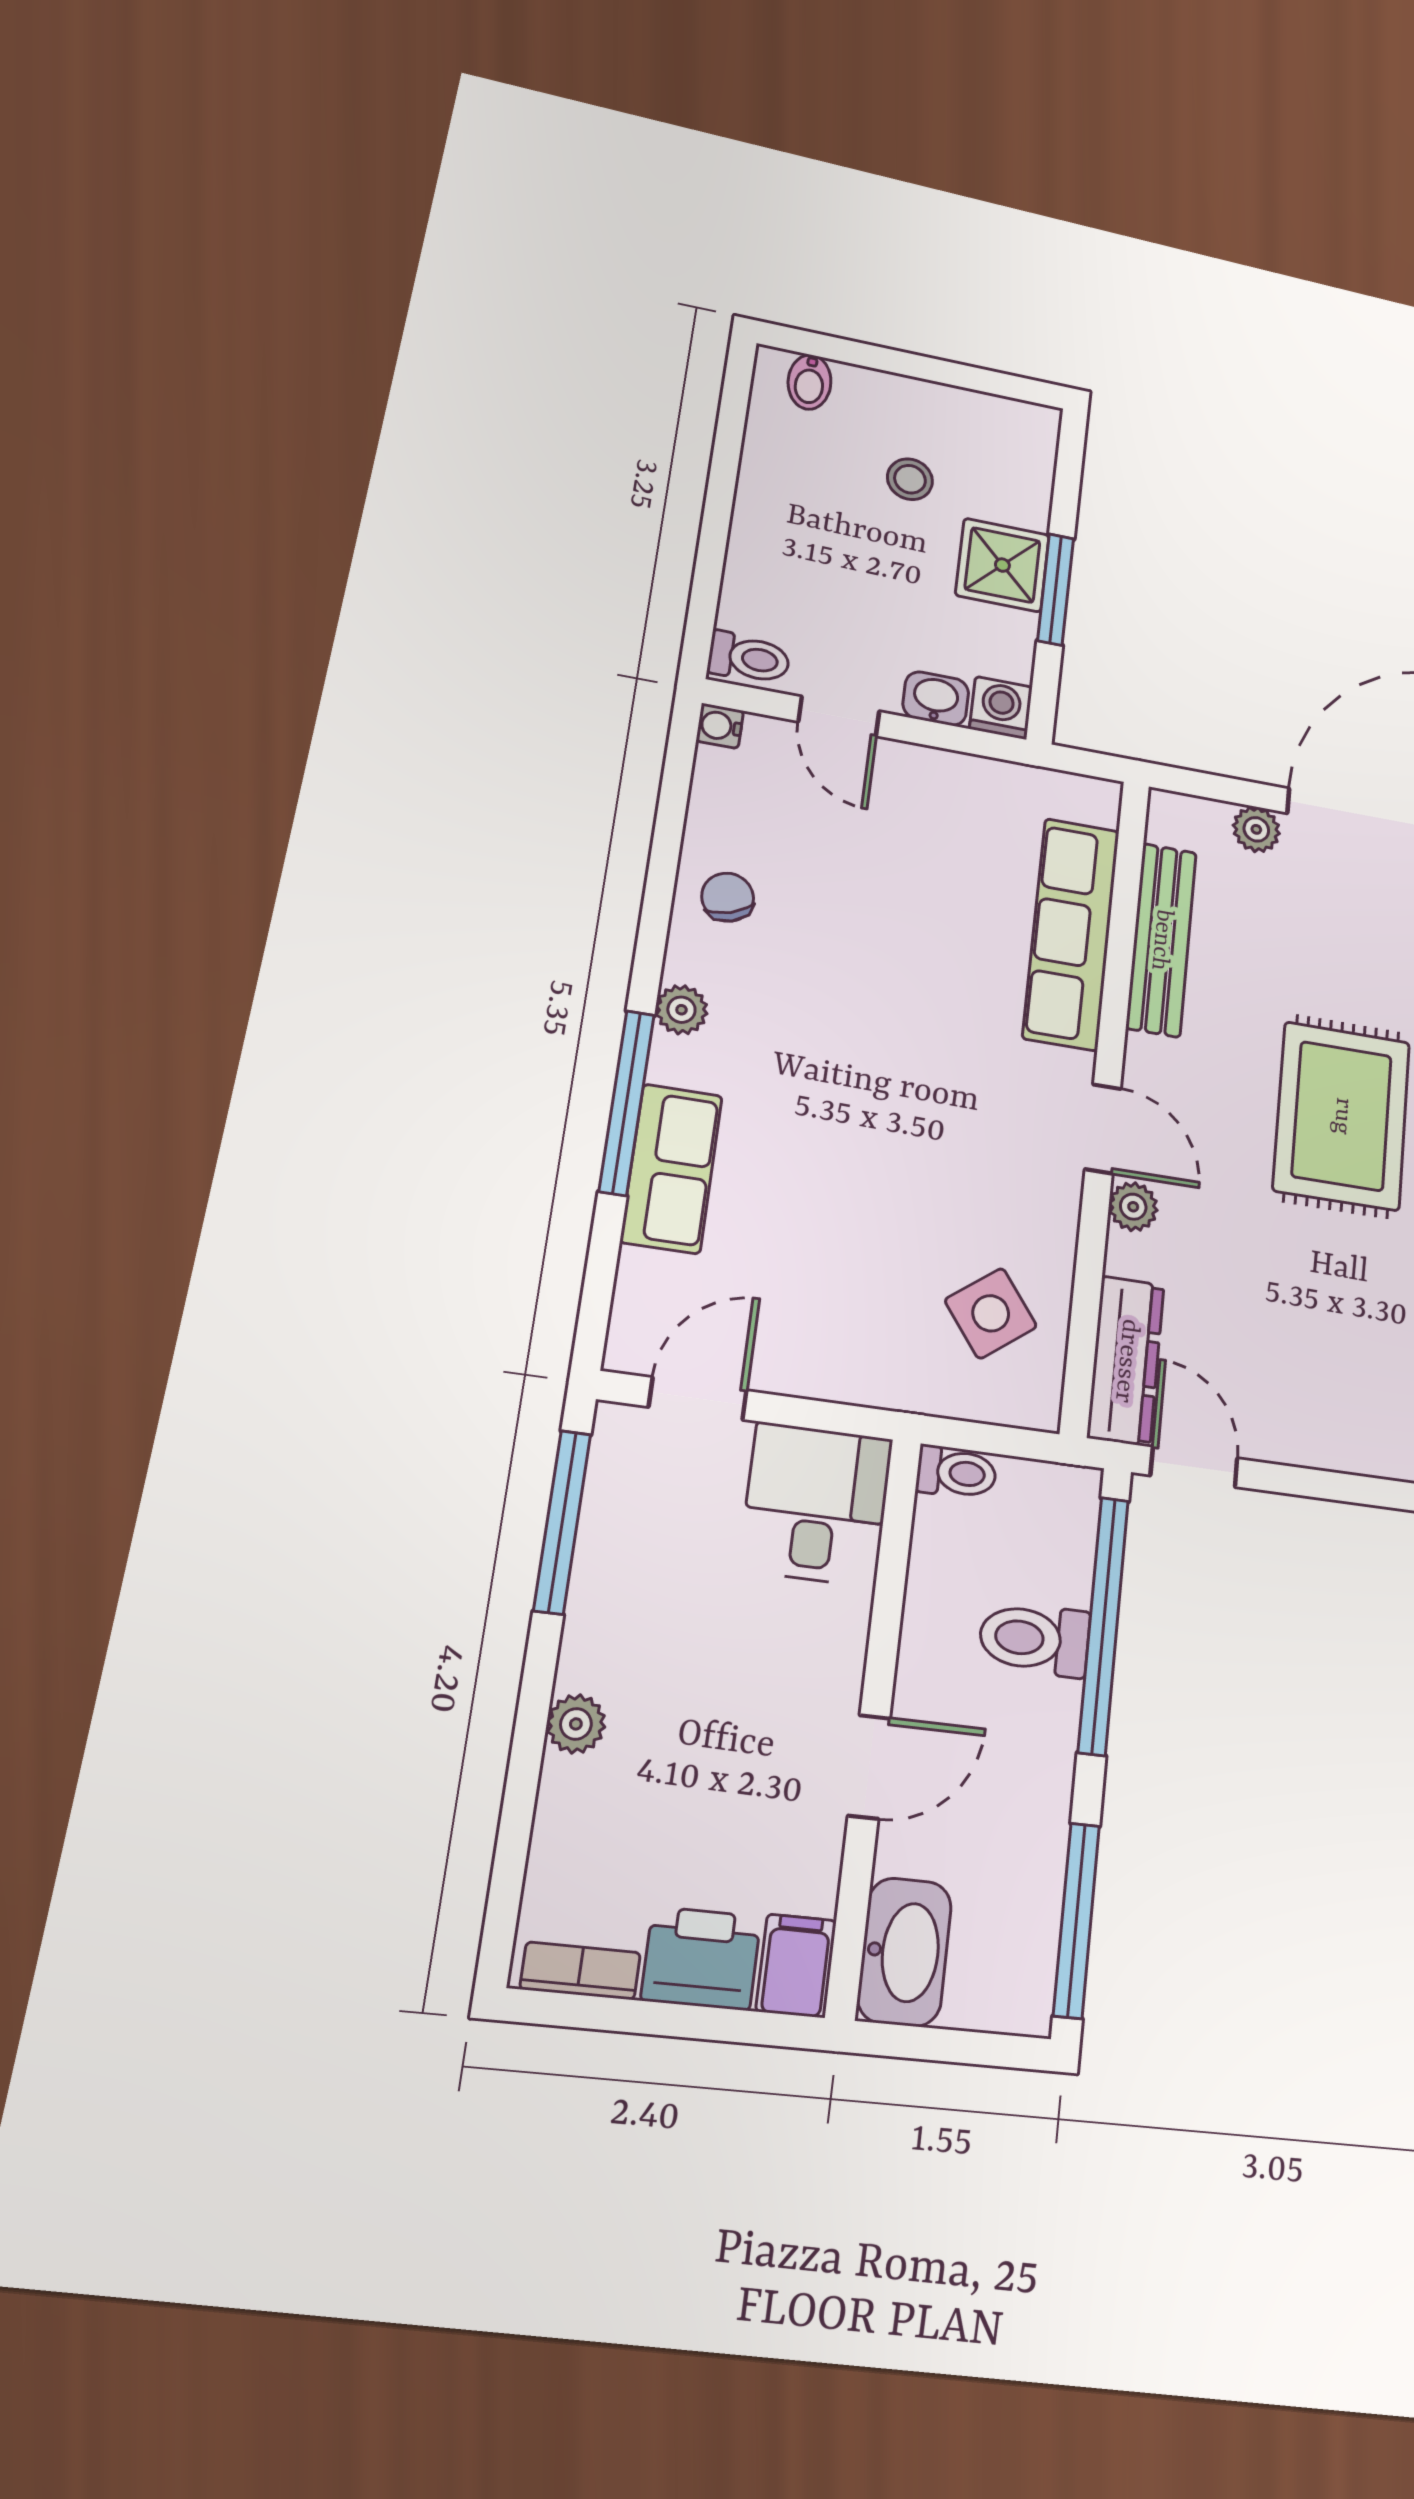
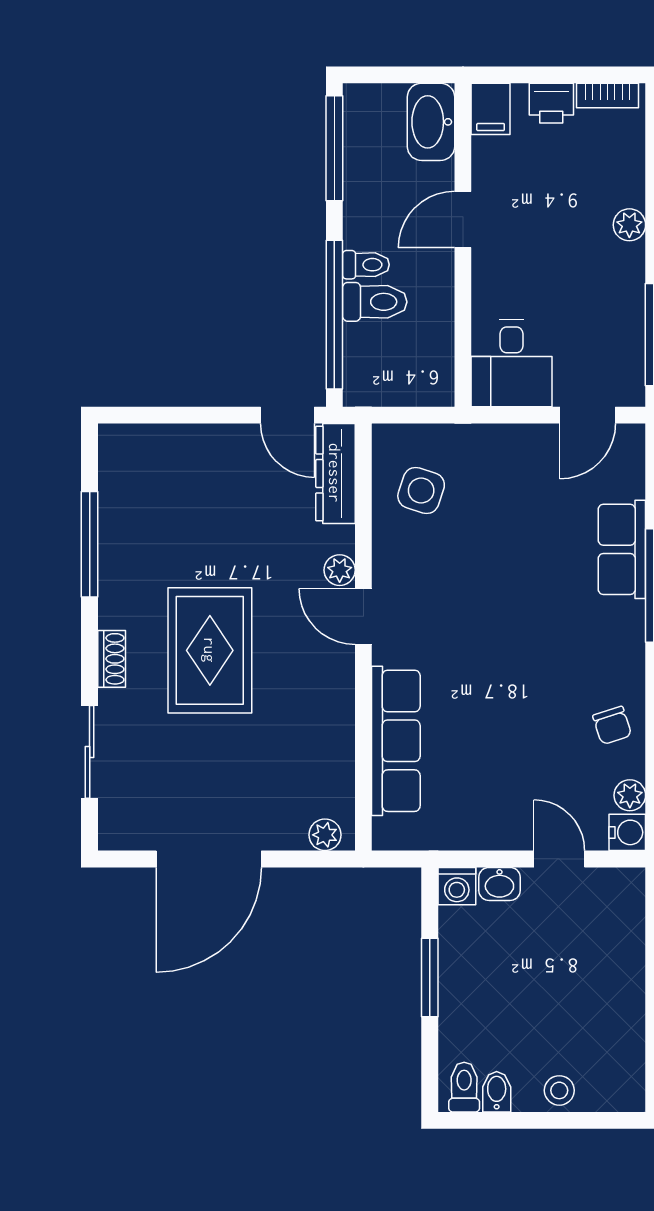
bidet: (810, 382) -> (497, 1092), moved
stool: (910, 479) -> (559, 1090), moved
shower: (1002, 565) -> (467, 987), removed
toilet: (749, 658) -> (464, 1087), moved, turned 90
water cooler: (720, 726) -> (627, 832), width x1.38, depth x1.38
plant: (1256, 829) -> (325, 835), moved
bench: (1161, 940) -> (337, 747), removed
plant: (681, 1010) -> (630, 795), moved
side table: (991, 1313) -> (421, 490), turned -35
toilet: (956, 1473) -> (366, 265), moved, turned 180
printer: (701, 1958) -> (551, 103), width x0.73, depth x0.81

